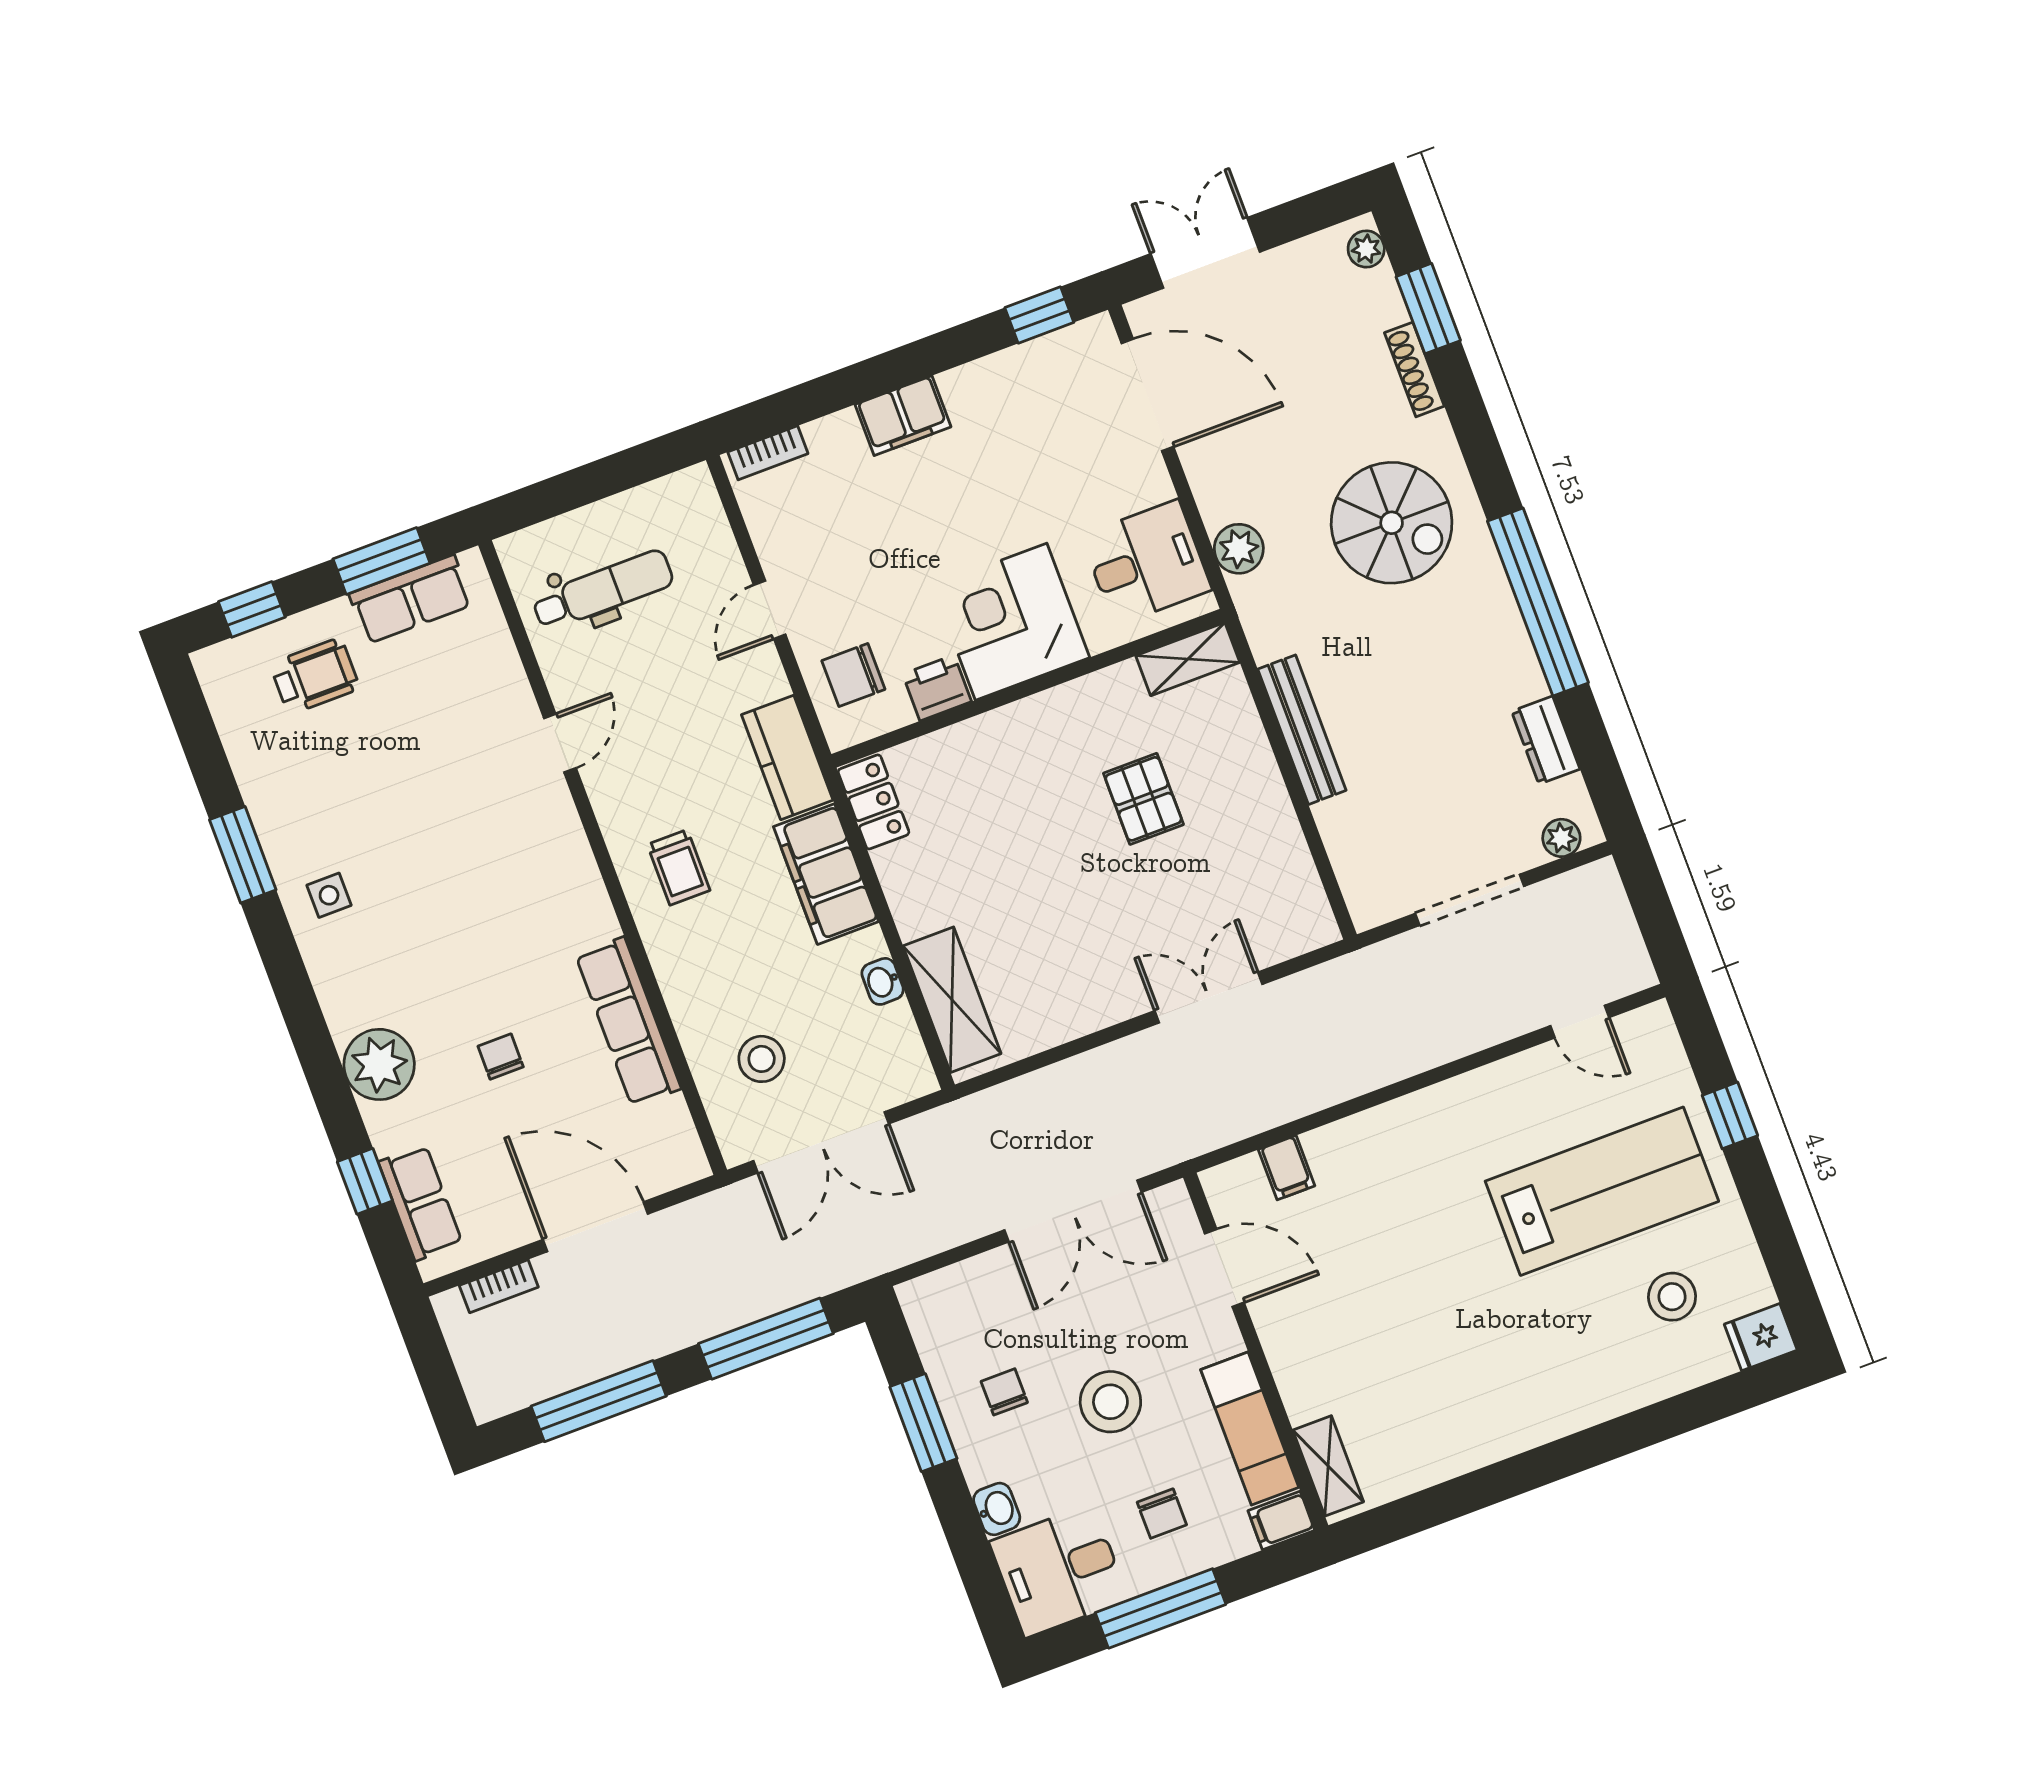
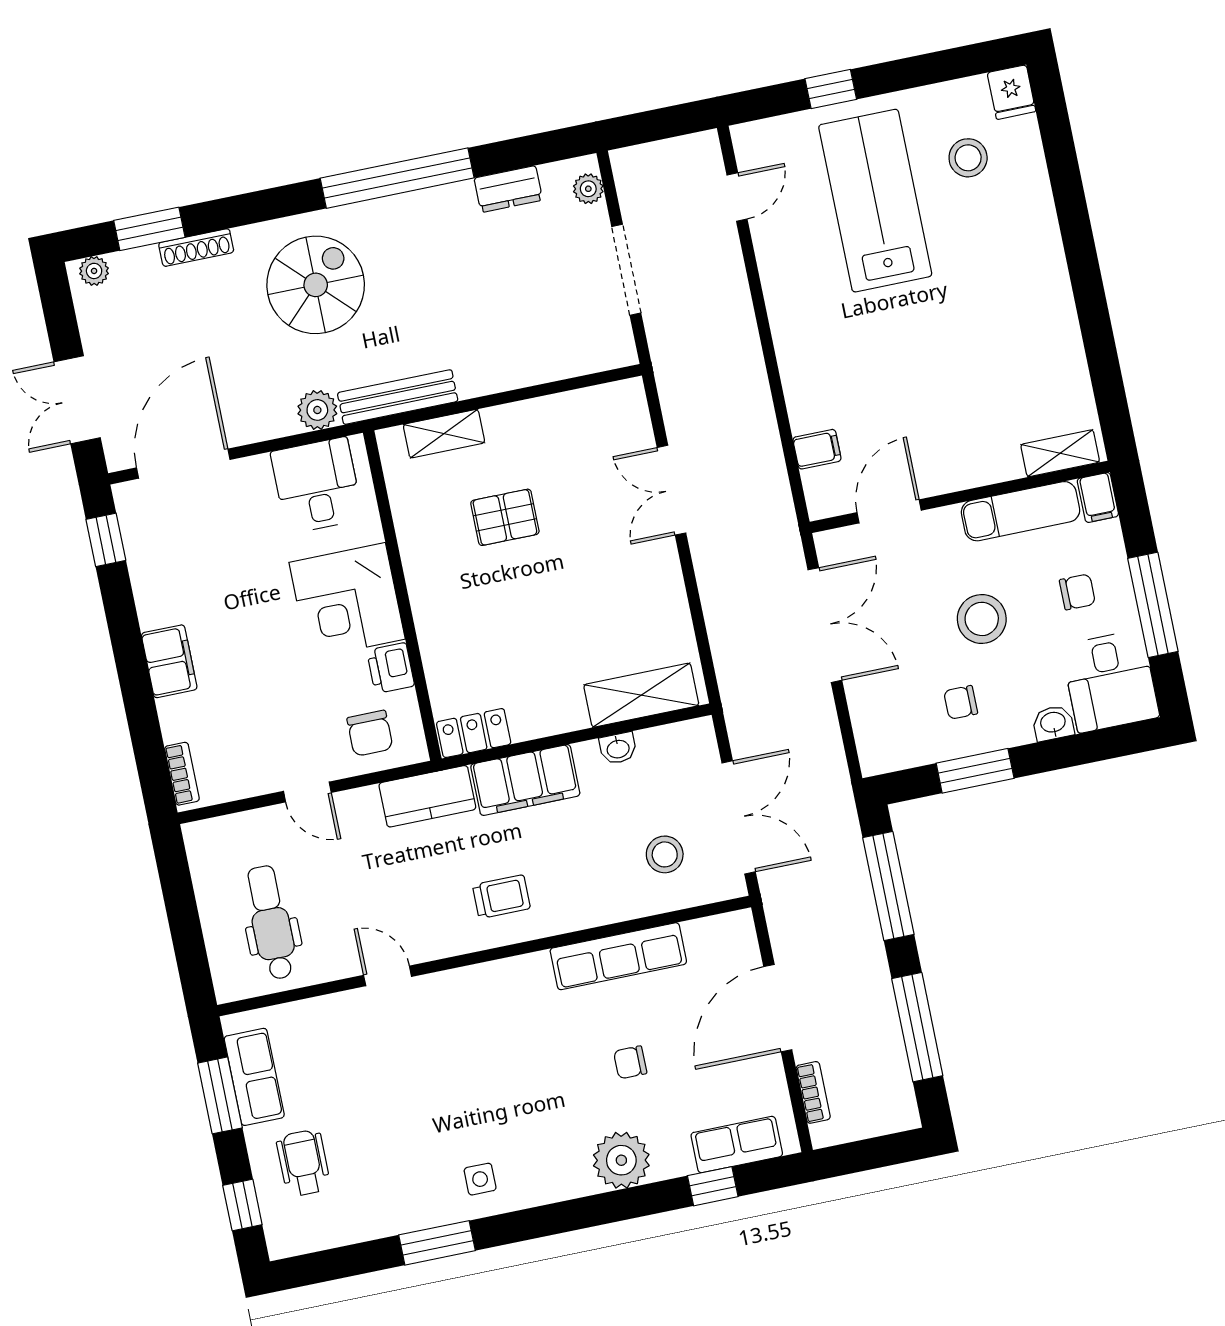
shelving: (1188, 659) -> (444, 434), moved, turned 90
bench: (1302, 730) -> (398, 397), moved

